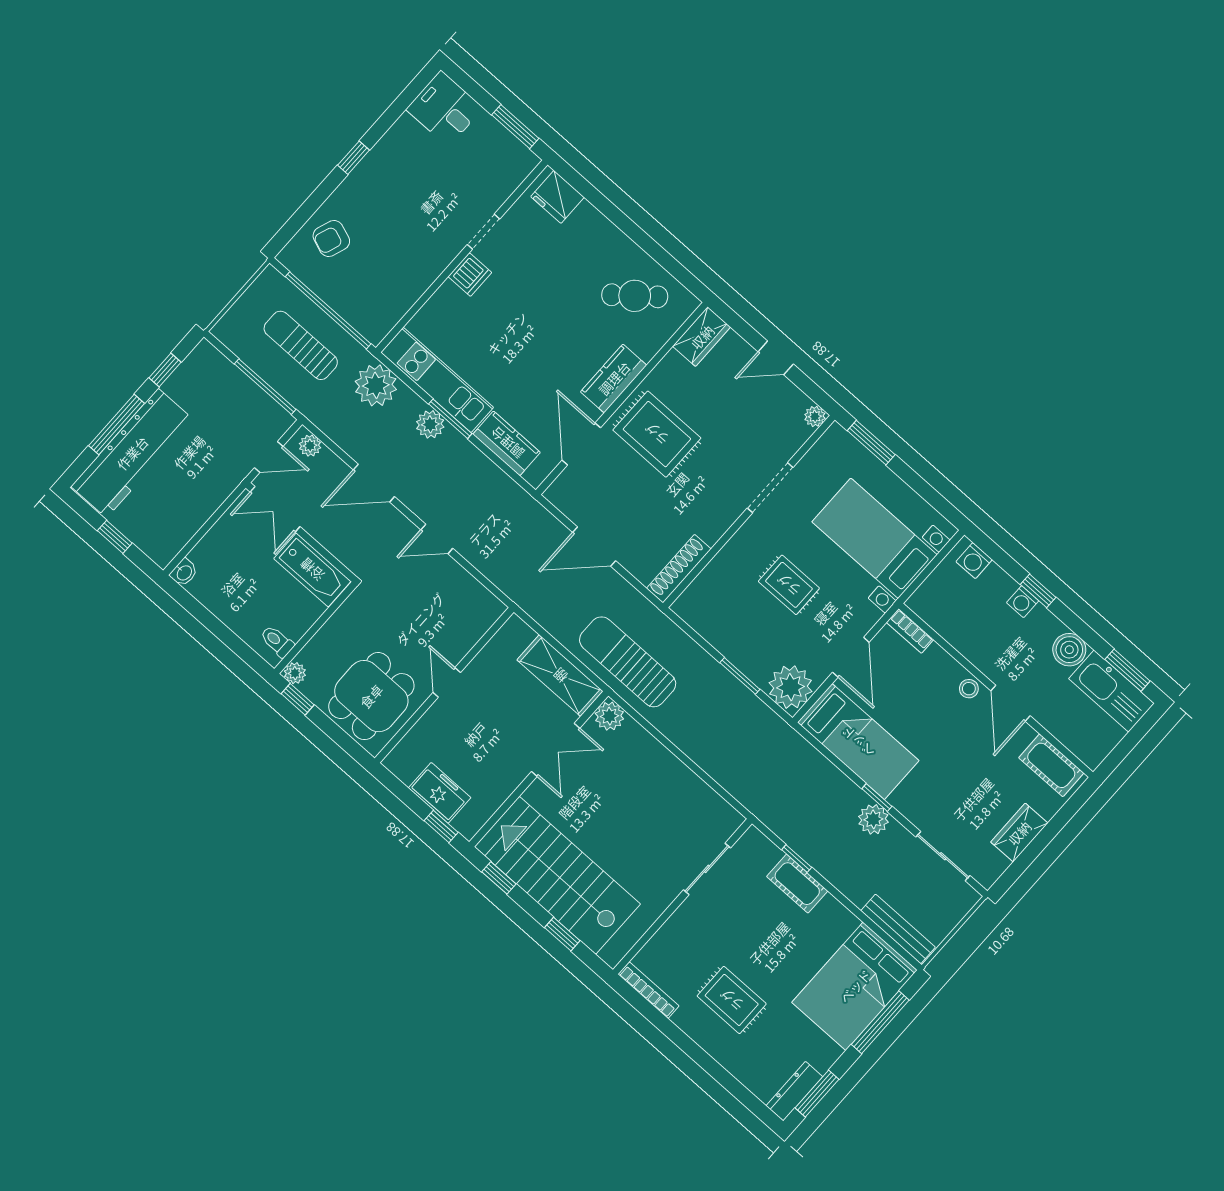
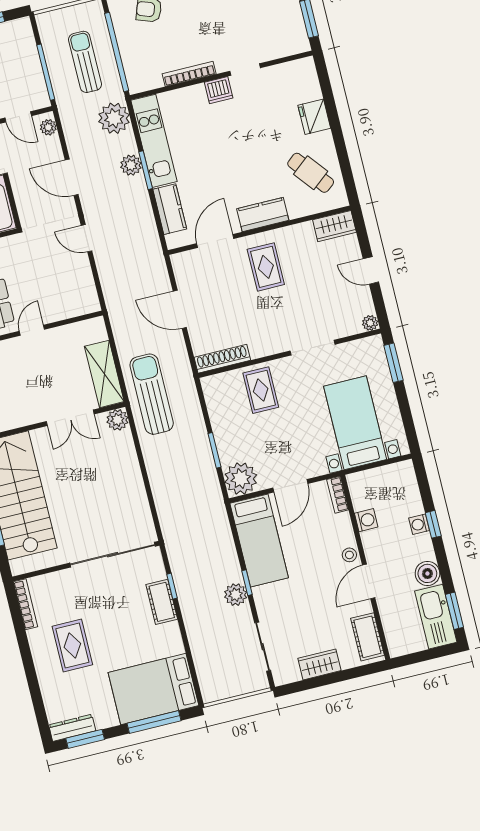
fridge: (557, 197) -> (314, 117), moved
bookcase: (425, 279) -> (189, 74), added
rug: (657, 434) -> (266, 267), width x0.73, depth x0.70
washing machine: (974, 561) -> (366, 520), moved, turned 180
rug: (789, 585) -> (261, 390), moved
sliding door: (707, 869) -> (113, 555), width x1.86
bench: (898, 929) -> (204, 672), removed

